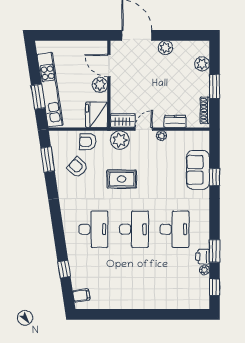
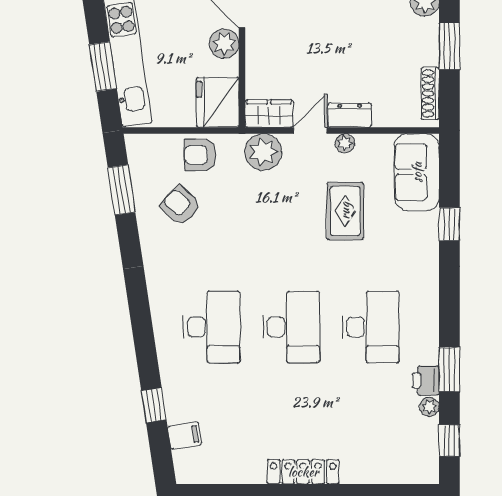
dresser: (175, 121) -> (350, 115), moved
sofa: (198, 170) -> (417, 172), moved
rug: (122, 179) -> (345, 211), moved, turned 90
filing cabinet: (81, 295) -> (184, 436), moved
locker: (140, 303) -> (303, 472), added

